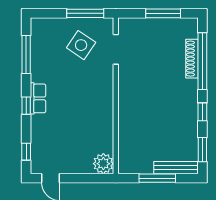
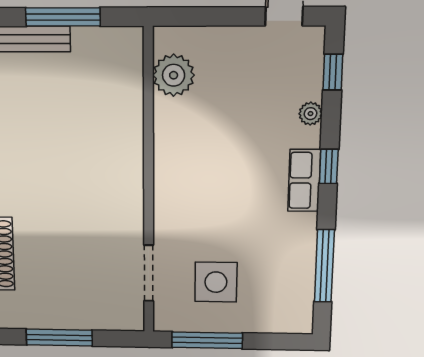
side table: (81, 45) -> (216, 282), turned -34
plant: (36, 132) -> (310, 114), added
plant: (103, 164) -> (174, 75), moved

